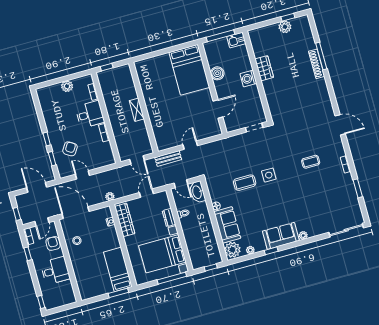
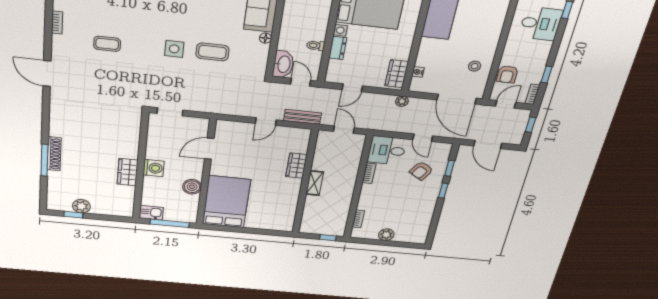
desk: (90, 114) -> (387, 150), moved
wardrobe: (155, 119) -> (296, 166), added
wardrobe: (125, 220) -> (397, 74), width x0.67
desk: (55, 271) -> (541, 24), moved, turned 180

